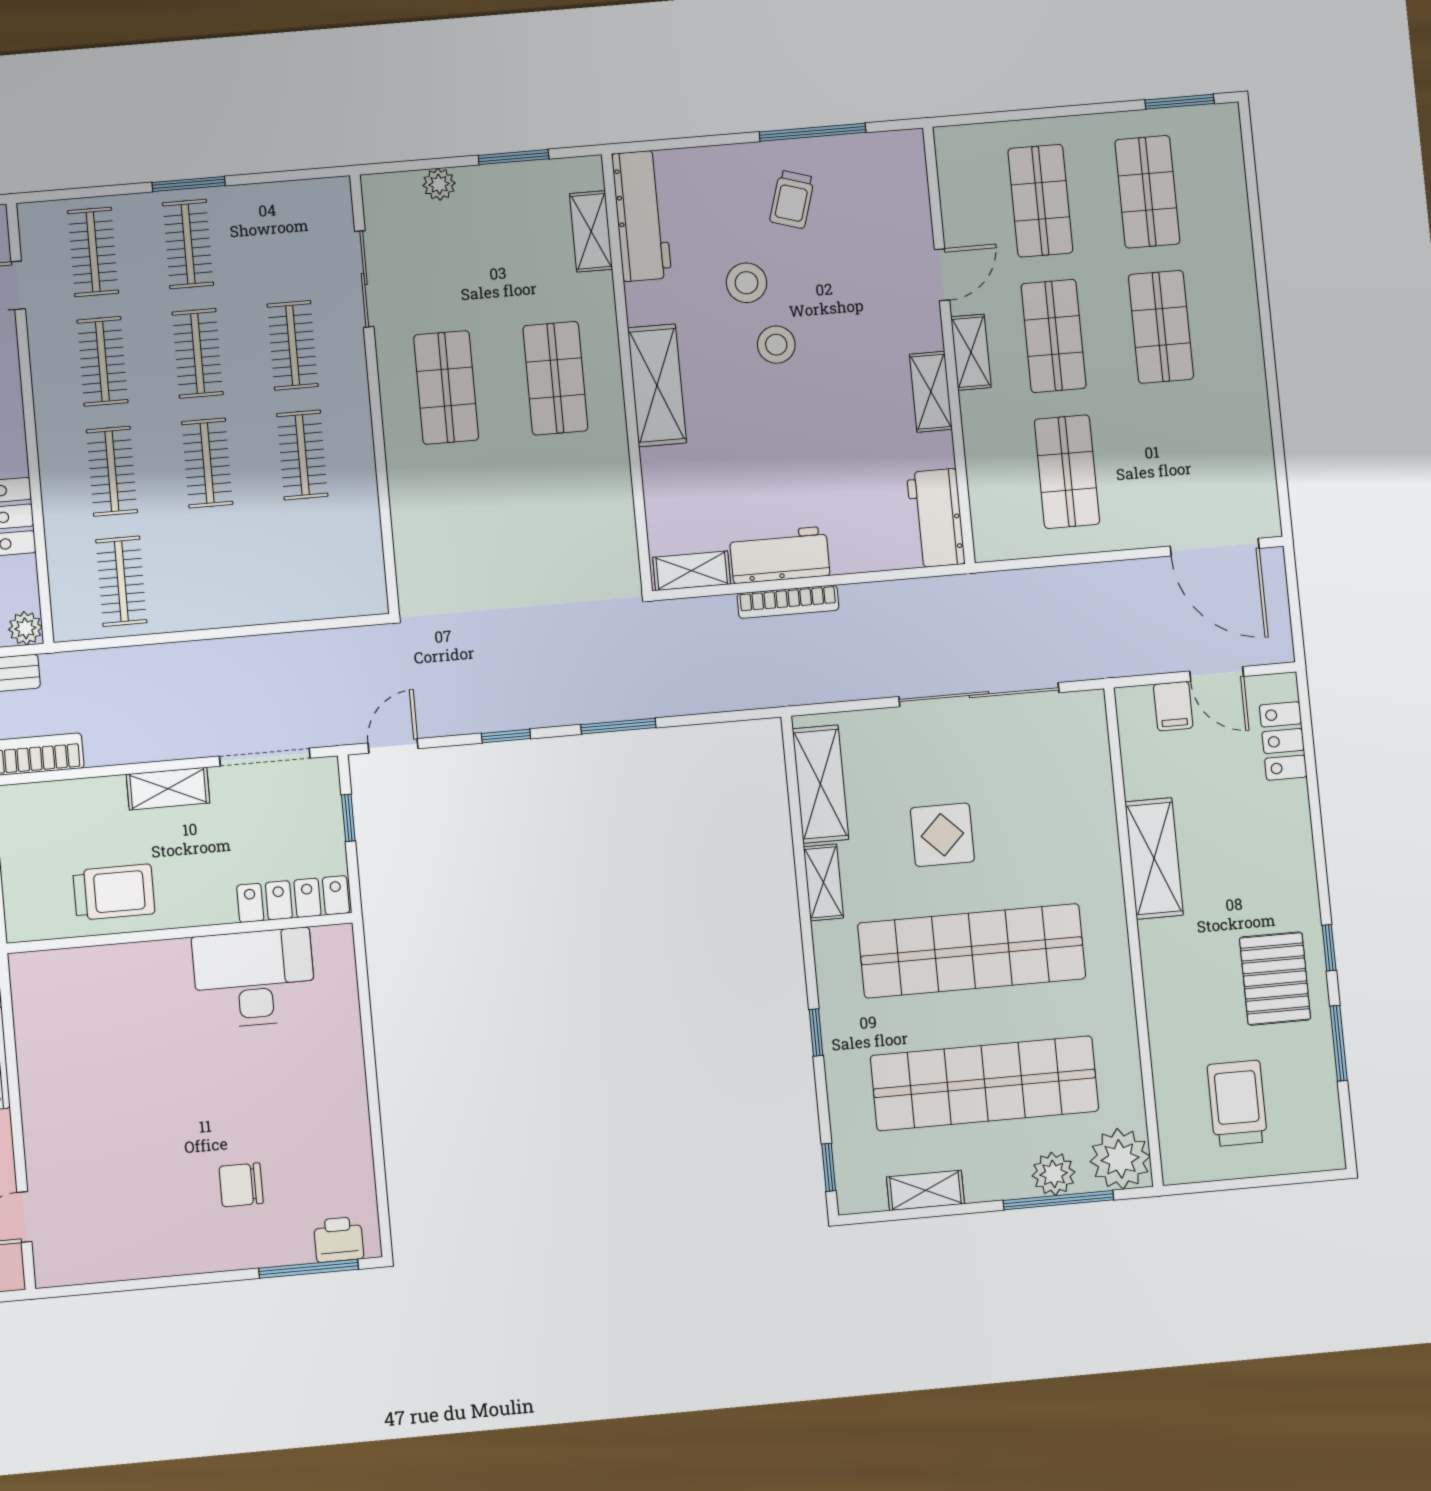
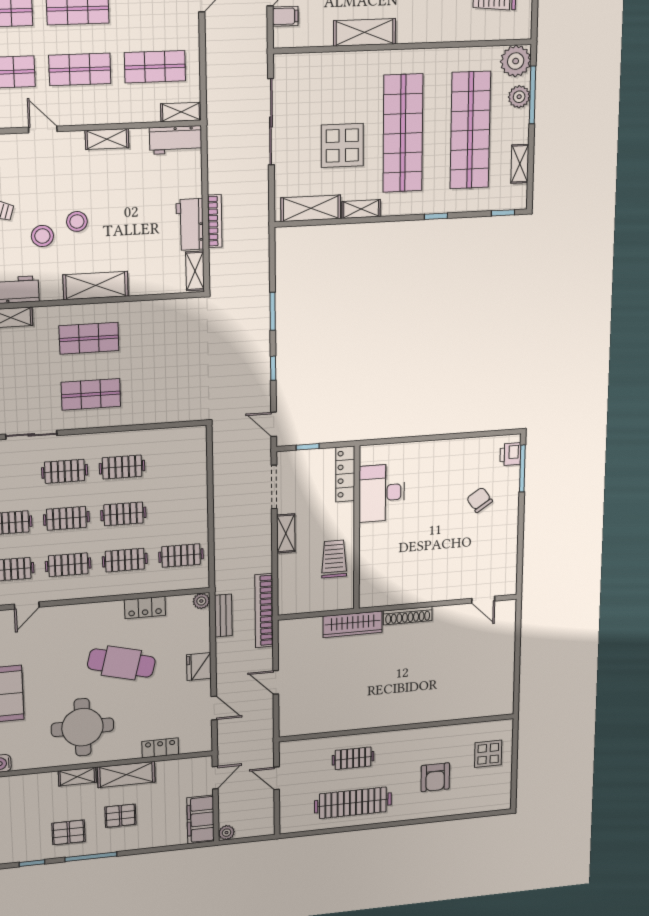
shelving: (971, 352) -> (181, 112), moved
display table: (942, 835) -> (342, 145), width x1.36, depth x1.36
chair: (241, 1185) -> (480, 500), turned 146

